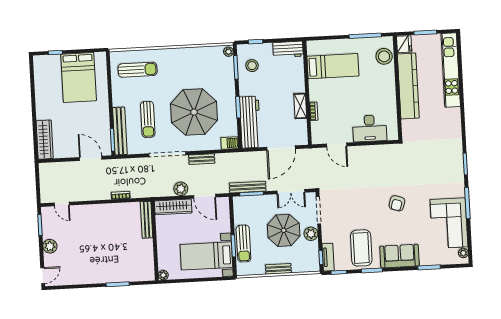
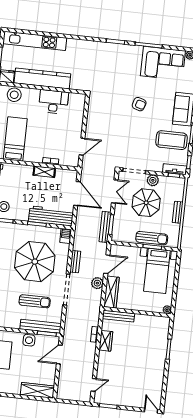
side table: (101, 120) -> (29, 340), added
desk: (370, 128) -> (53, 102), moved, turned -90
wardrobe: (115, 210) -> (106, 341), added
plant: (50, 246) -> (127, 401), removed

